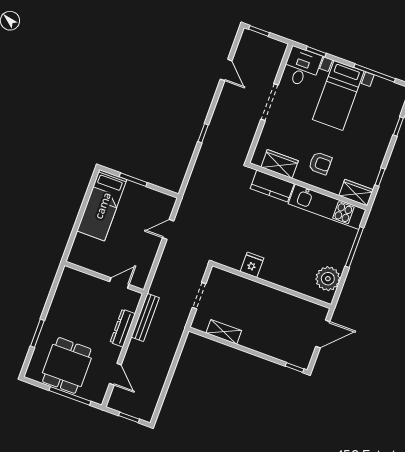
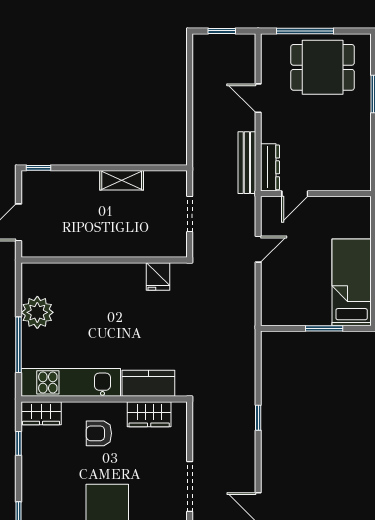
door: (168, 229) -> (258, 249), moved
fridge: (252, 265) -> (158, 276), moved
plant: (328, 279) -> (37, 312), moved
dresser: (123, 328) -> (270, 167), moved
shelving: (224, 332) -> (122, 180), moved
dining table: (67, 365) -> (323, 67), turned 90
door: (115, 374) -> (258, 98), moved

